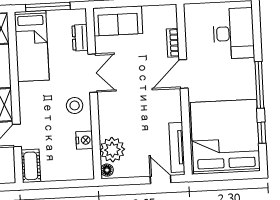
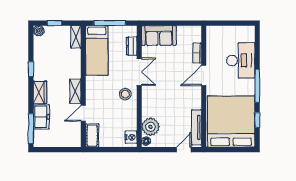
desk: (234, 33) -> (241, 60), moved
nightstand: (84, 140) -> (131, 137), moved
door: (161, 179) -> (184, 150), hinge flipped

